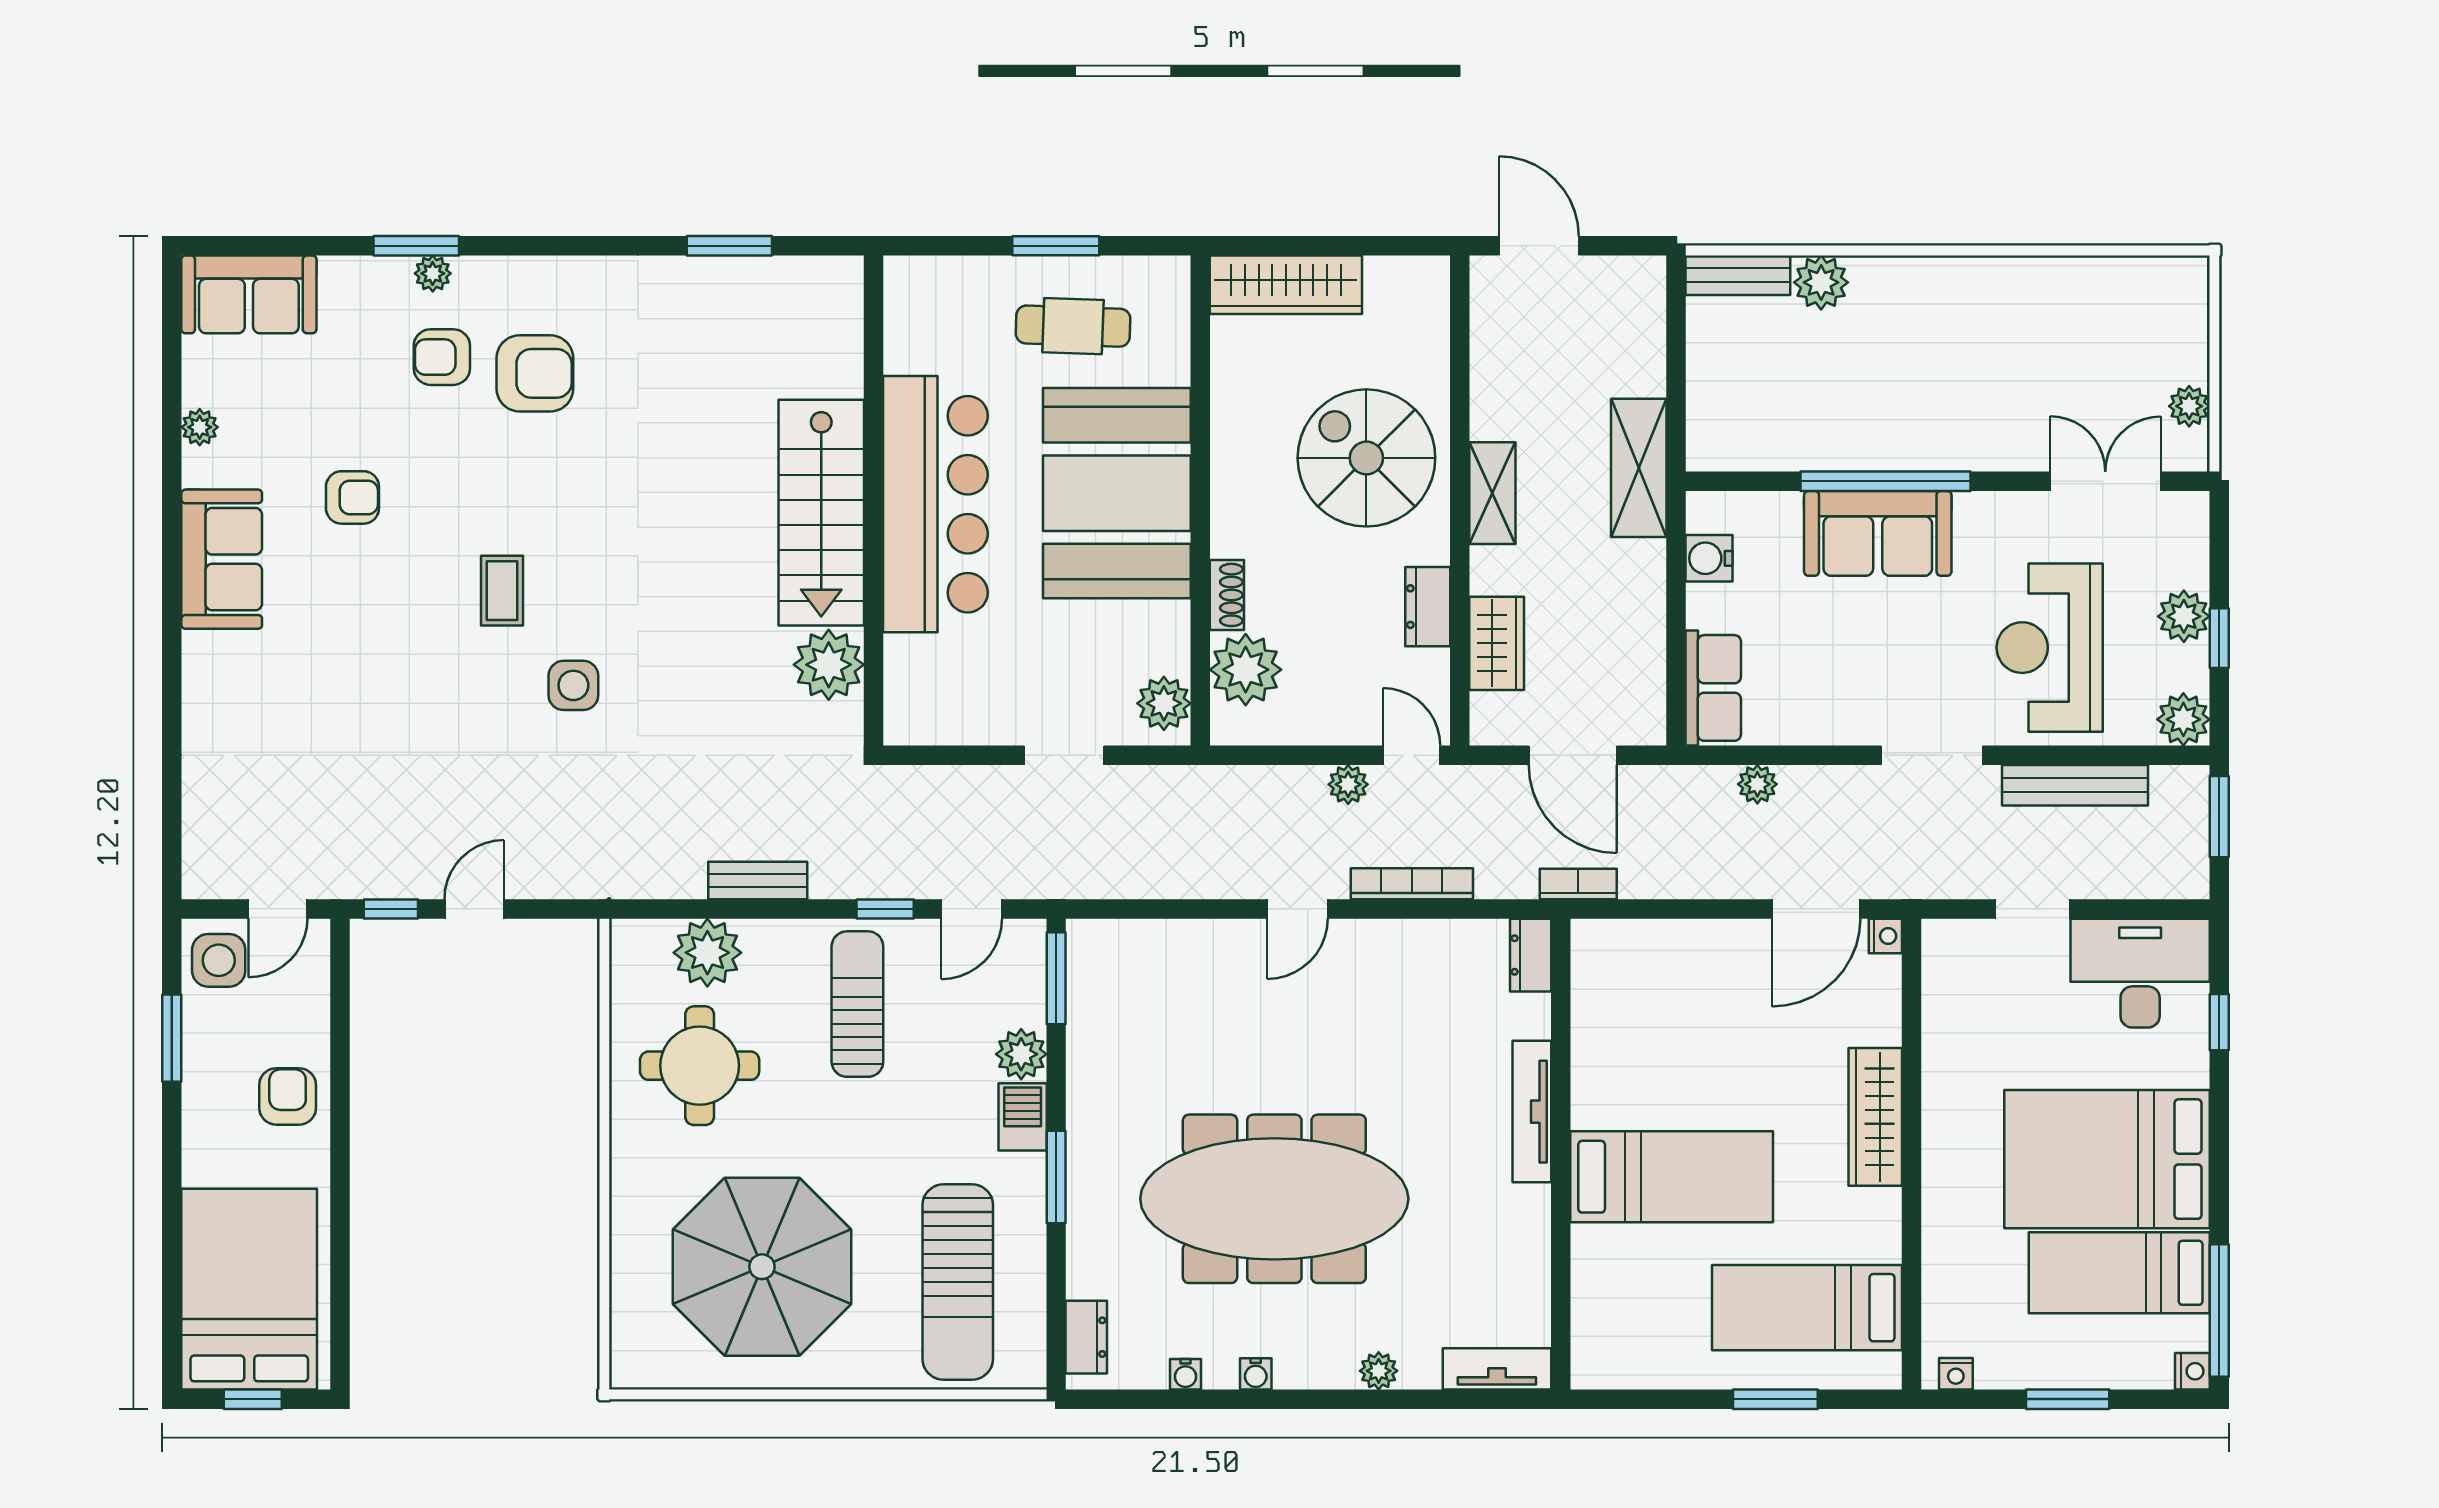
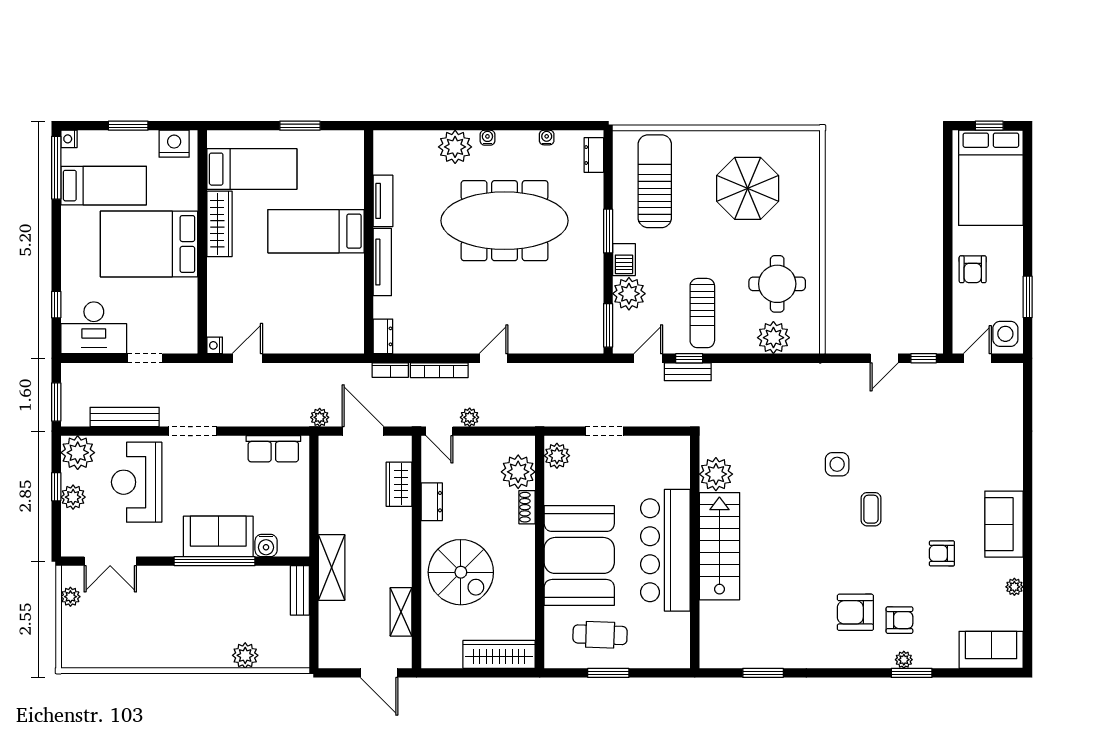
bench: (1738, 275) -> (300, 590), moved, turned 90
shelving: (1492, 493) -> (401, 612), moved
water cooler: (1709, 558) -> (266, 545), moved, turned 90
reception desk: (2050, 648) -> (137, 482), turned 180
row of seats: (1713, 688) -> (273, 449), moved, turned -90
plant: (2183, 719) -> (78, 453), width x1.36, depth x1.36
plant: (1757, 784) -> (320, 417), moved
bench: (758, 880) -> (688, 372), moved
bookcase: (1578, 884) -> (390, 370), moved
door: (1816, 909) -> (247, 358), width x0.73
plant: (1021, 1054) -> (629, 294), width x1.36, depth x1.36
wardrobe: (1875, 1117) -> (219, 224), moved
bed: (2107, 1159) -> (149, 244), moved, turned 180
parasol: (762, 1267) -> (748, 188), width x0.73, depth x0.73
tv unit: (1497, 1369) -> (383, 201), moved, turned -90
plant: (1379, 1371) -> (455, 147), width x1.88, depth x1.88
water cooler: (1256, 1374) -> (487, 138), moved
nightstand: (1956, 1374) -> (174, 144), width x1.89, depth x1.79
window: (1775, 1399) -> (300, 126), moved

